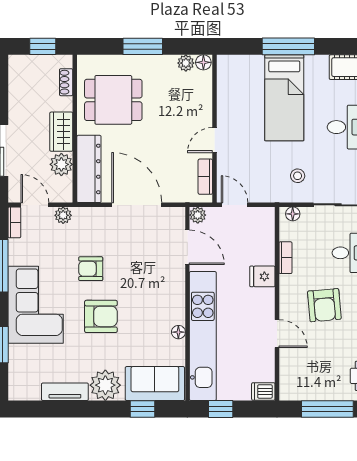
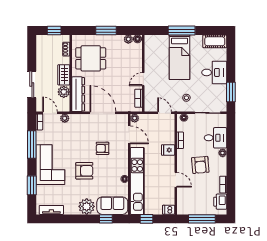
door: (234, 205) -> (165, 113), moved
armchair: (91, 269) -> (102, 148), moved
tv unit: (65, 392) -> (51, 210), moved

